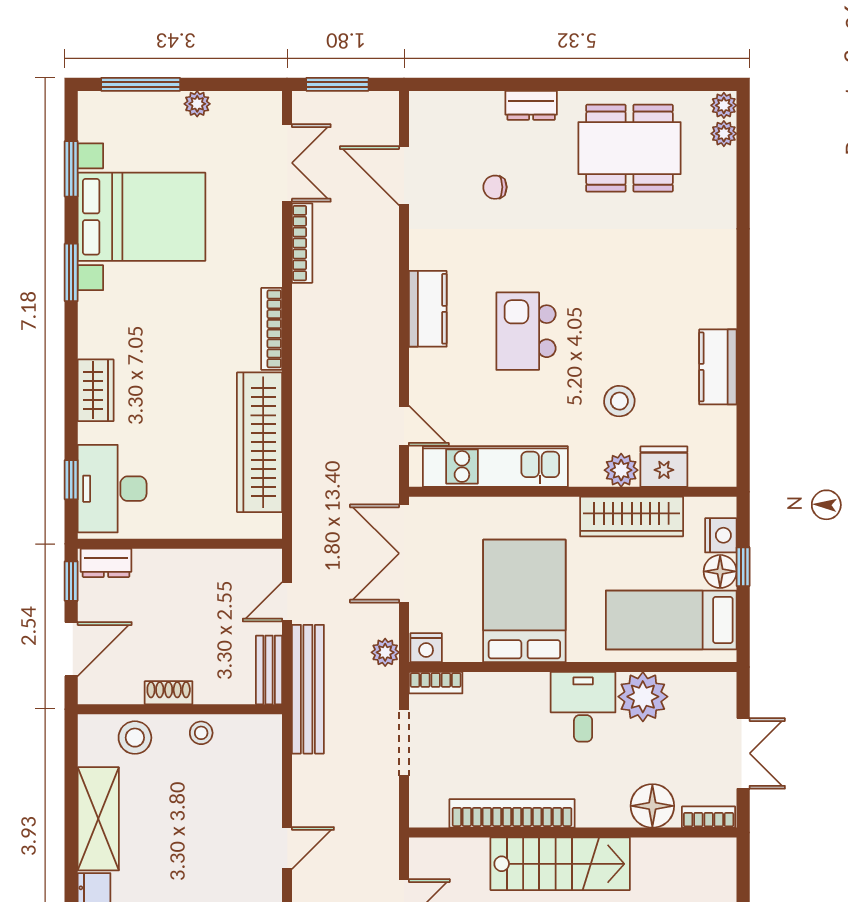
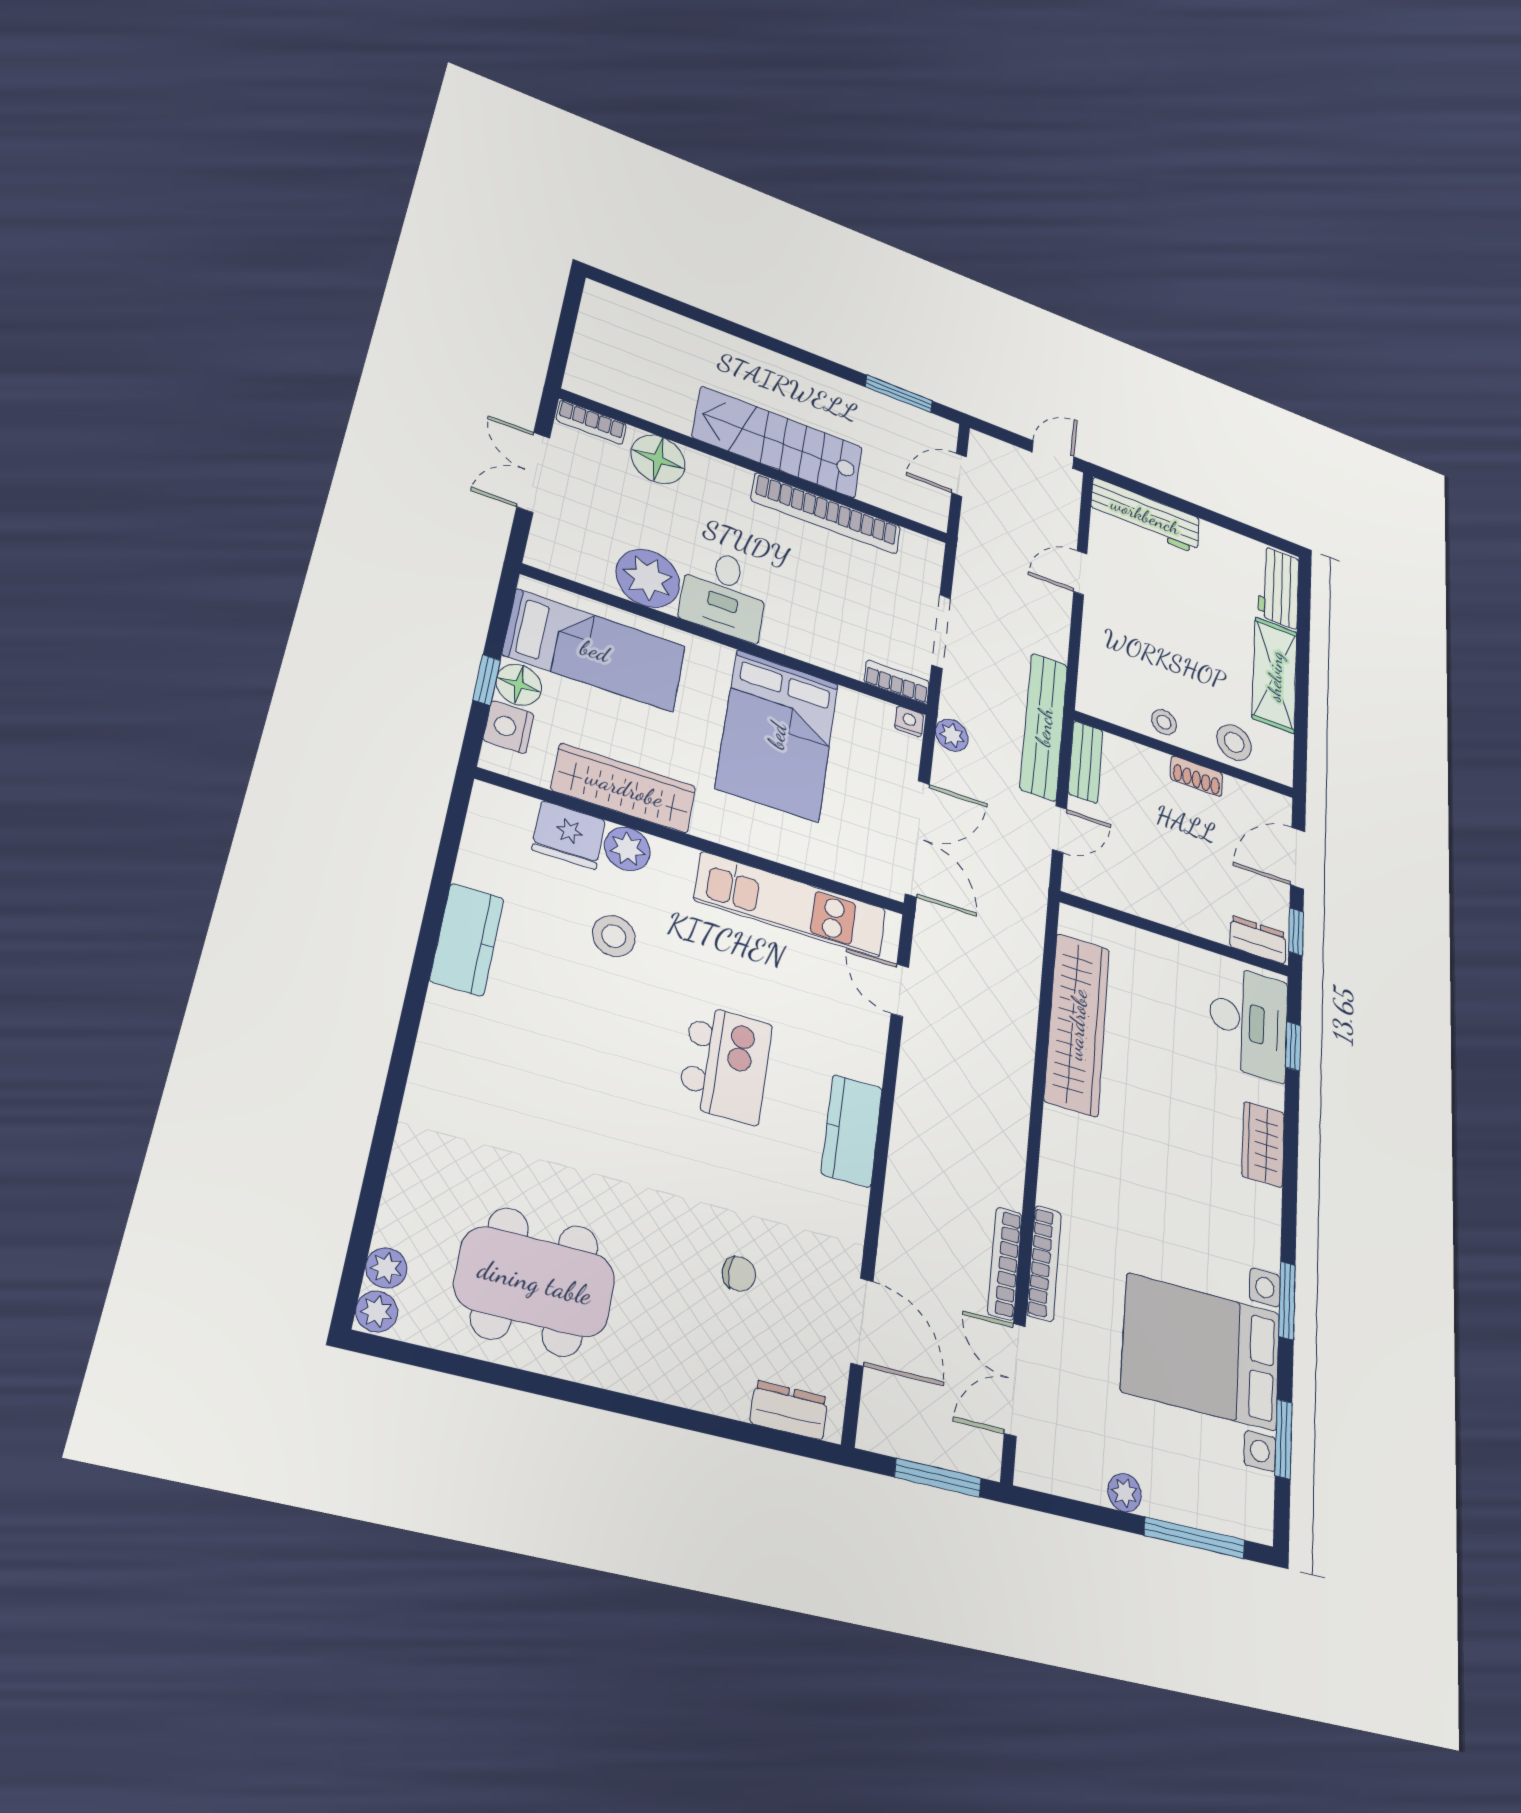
dresser: (531, 105) -> (789, 1410), moved
bookcase: (272, 329) -> (1044, 1263), moved
nightstand: (426, 648) -> (909, 721), width x0.72, depth x0.74

